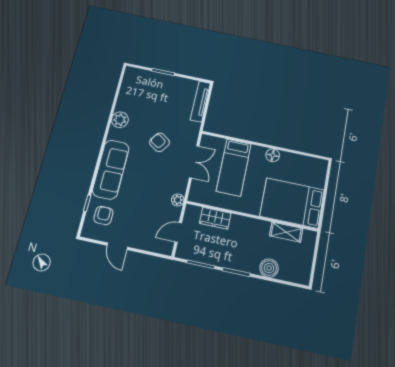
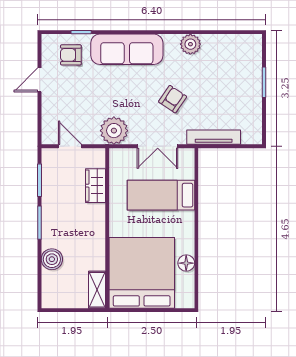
tv unit: (200, 101) -> (214, 137), moved
floor lamp: (273, 155) -> (186, 263), moved
plant: (178, 200) -> (114, 131), width x1.87, depth x1.87
bed: (292, 203) -> (142, 273), width x1.36
armchair: (103, 216) -> (71, 55), turned 180
shelving: (286, 232) -> (97, 290), moved

